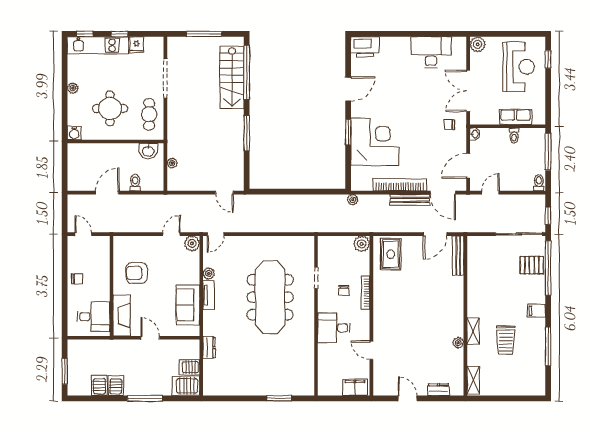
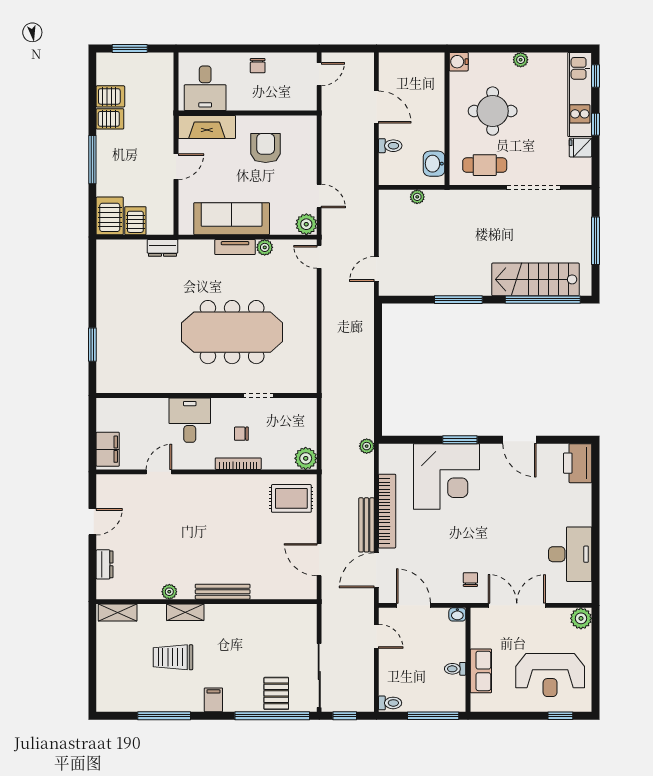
bench: (458, 255) -> (223, 592), moved
sofa: (188, 305) -> (232, 219), width x1.36

